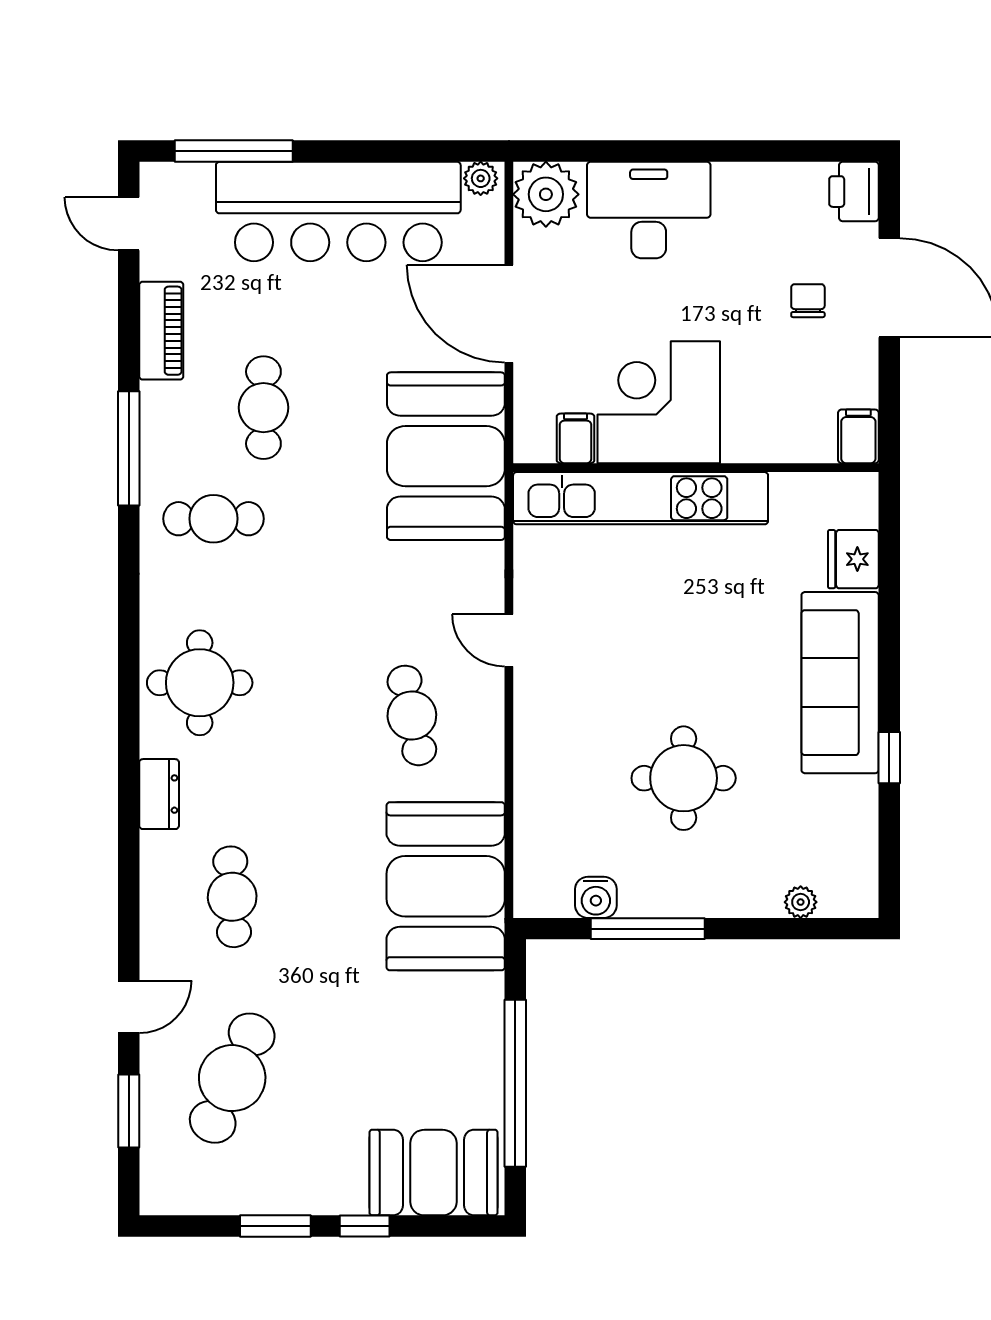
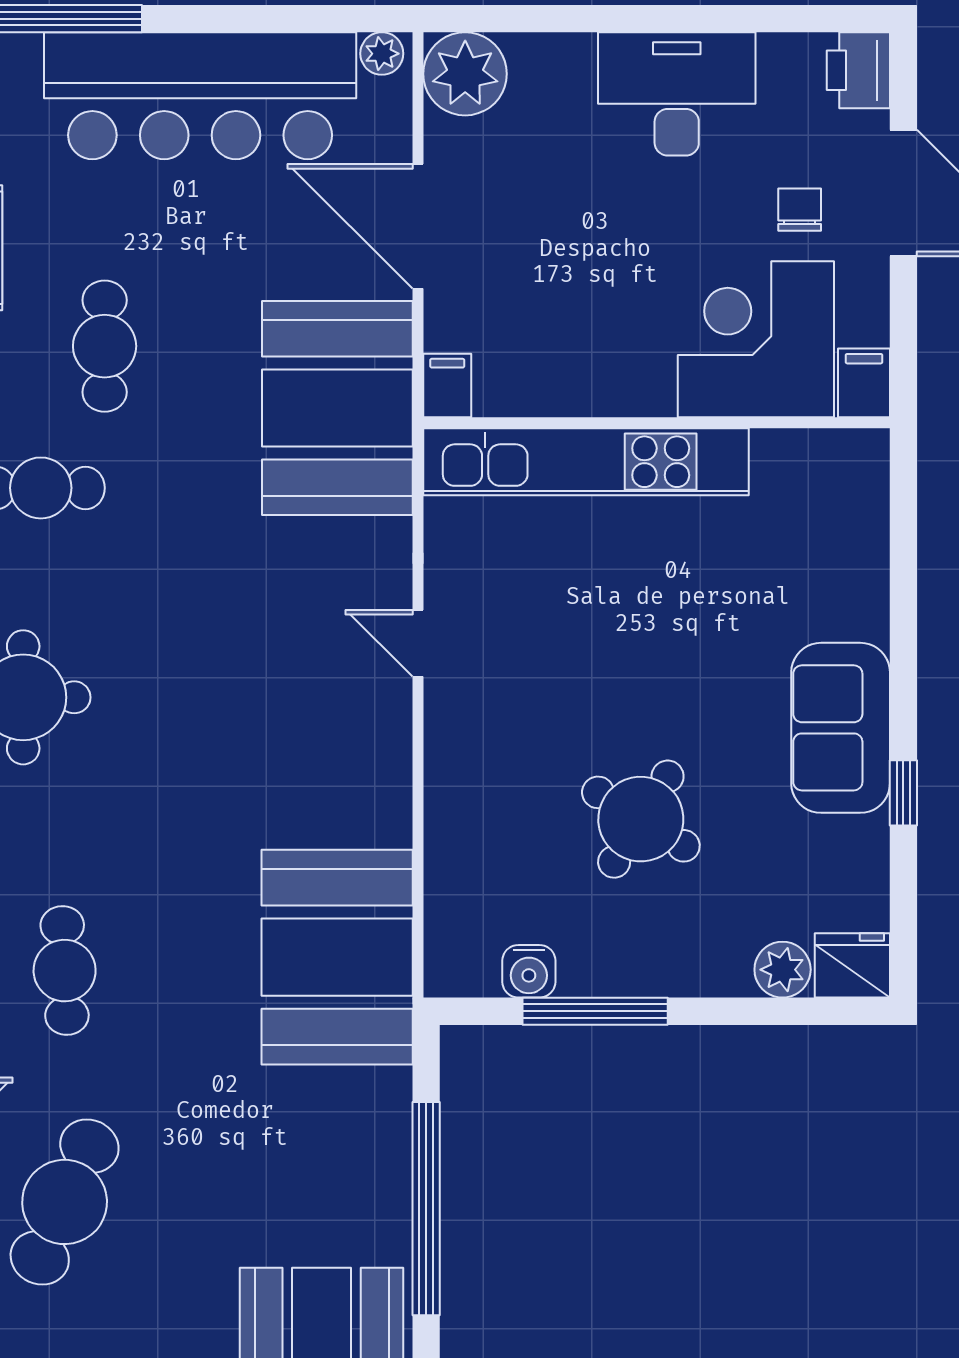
desk: (649, 210) -> (677, 94), moved
corner desk: (659, 402) -> (756, 339), moved
filing cabinet: (576, 438) -> (447, 385), moved
fridge: (853, 559) -> (852, 965), moved, turned 90
sofa: (840, 683) -> (841, 728), width x0.73
cafe table: (412, 715) -> (294, 739), removed
round table: (684, 778) -> (641, 819), turned 32
plant: (801, 902) -> (783, 970), width x1.38, depth x1.38

